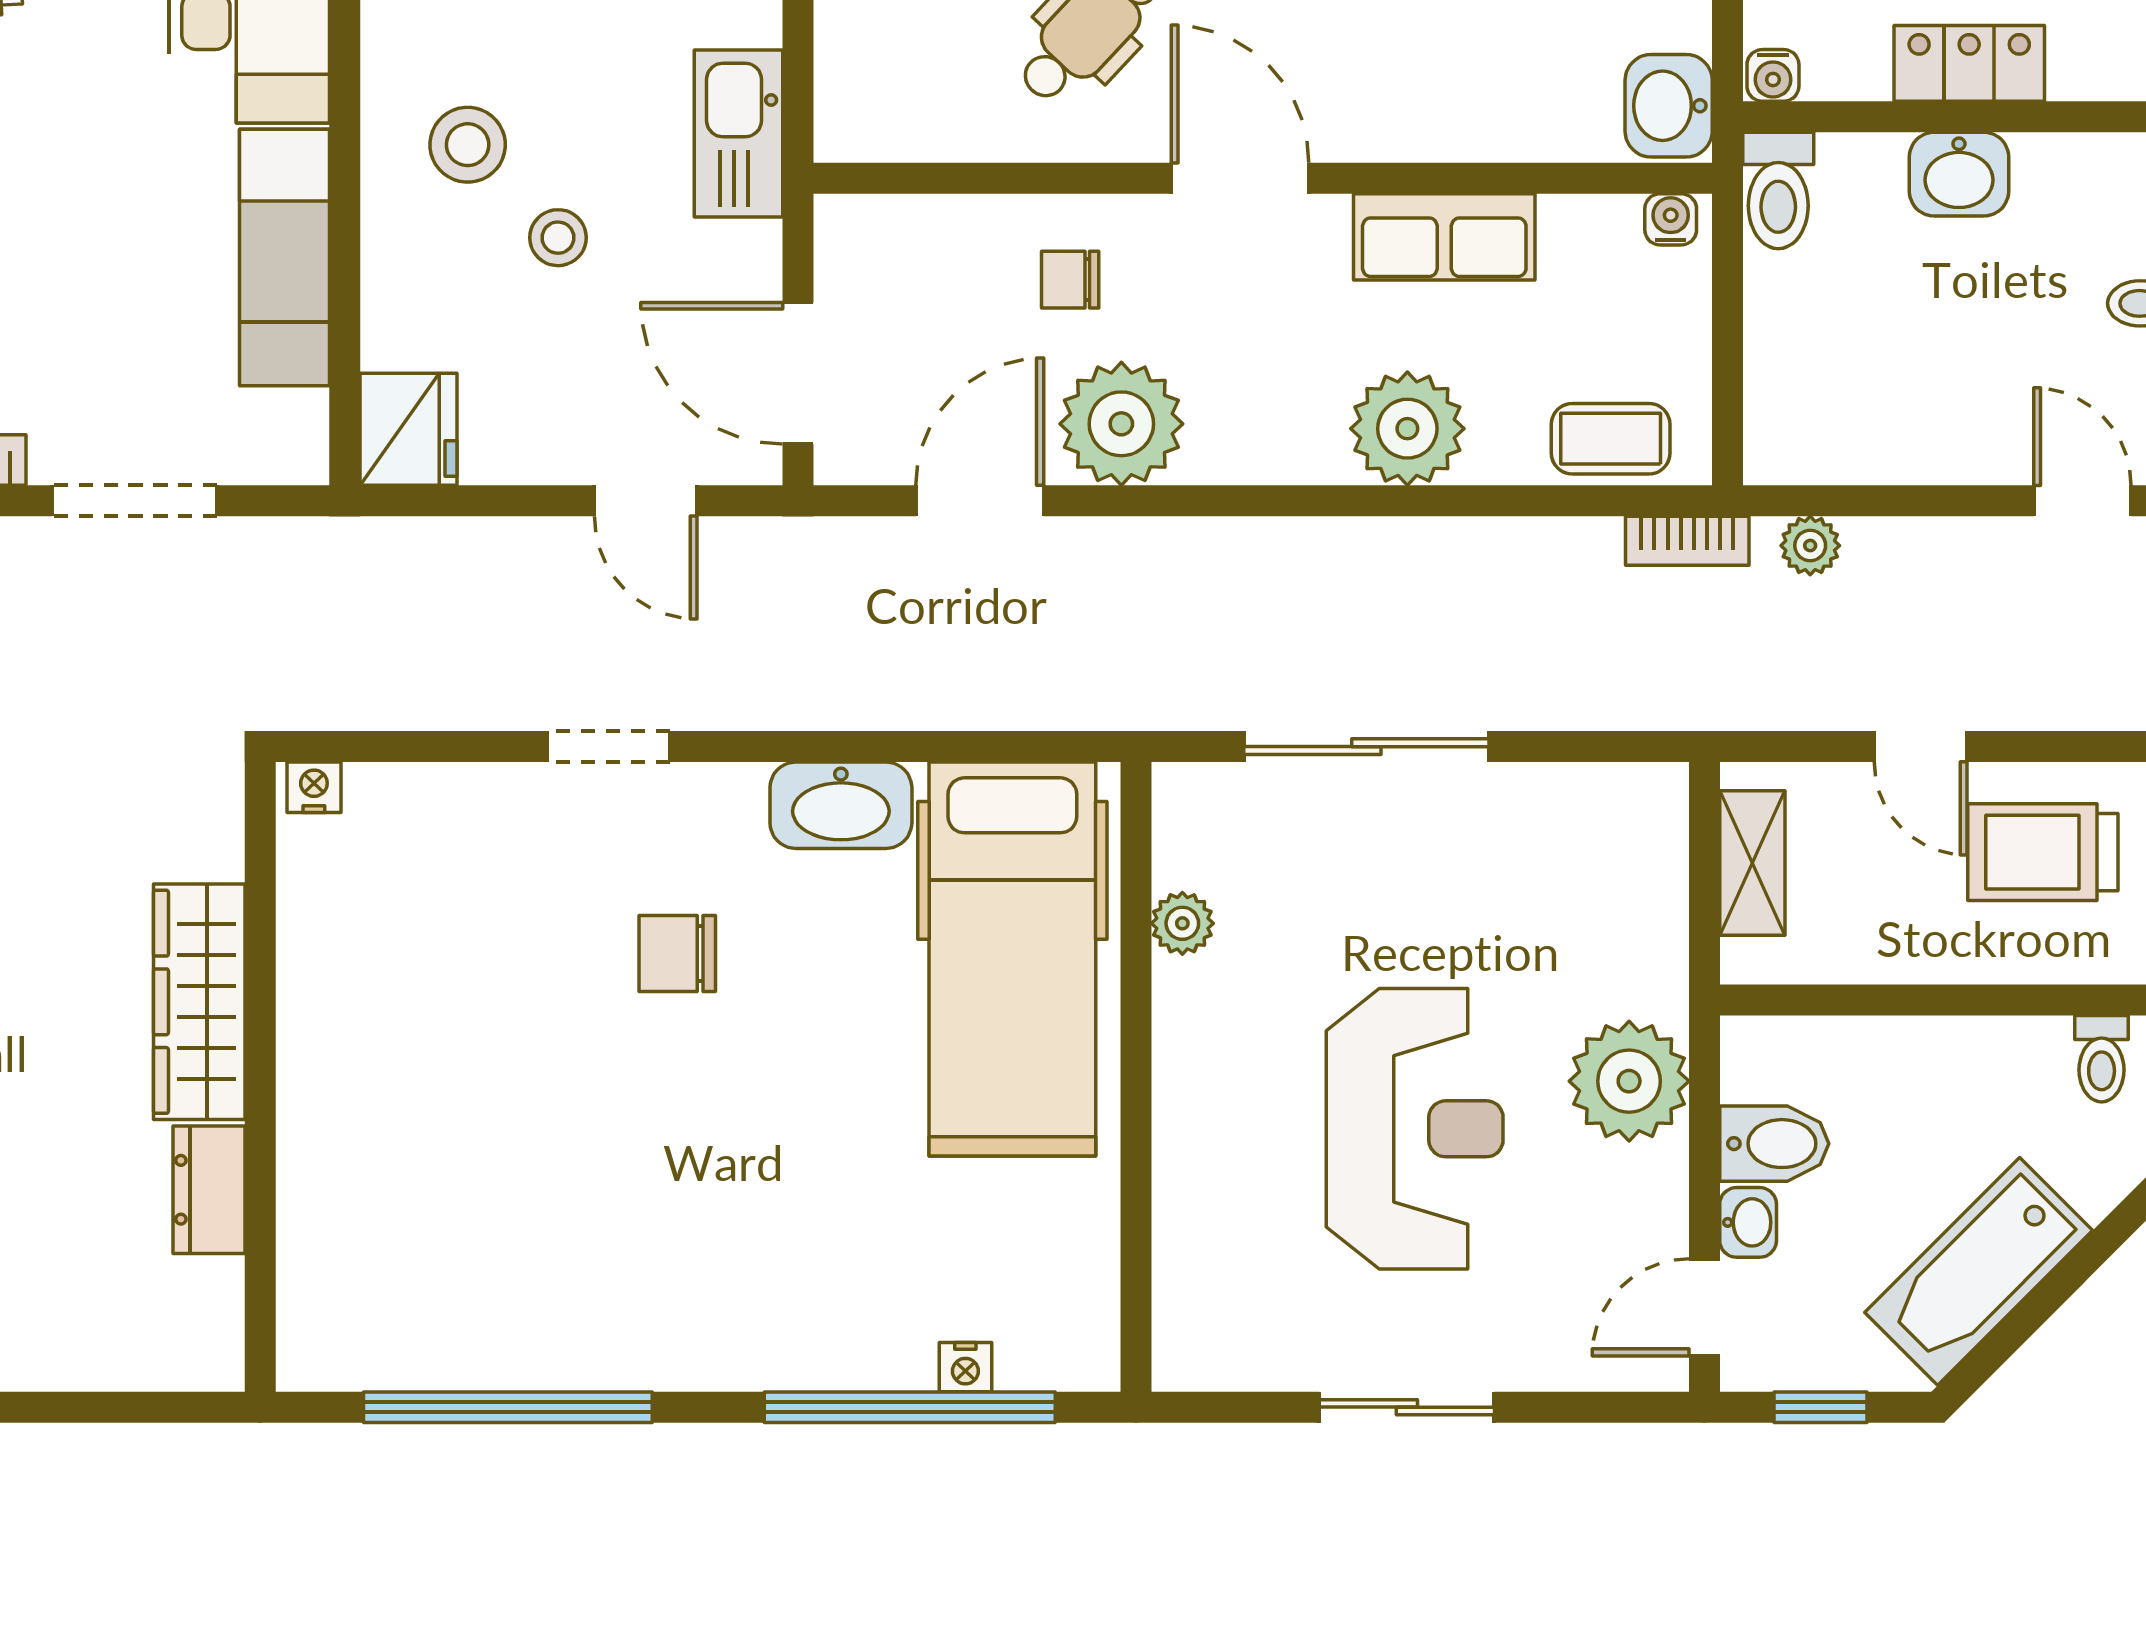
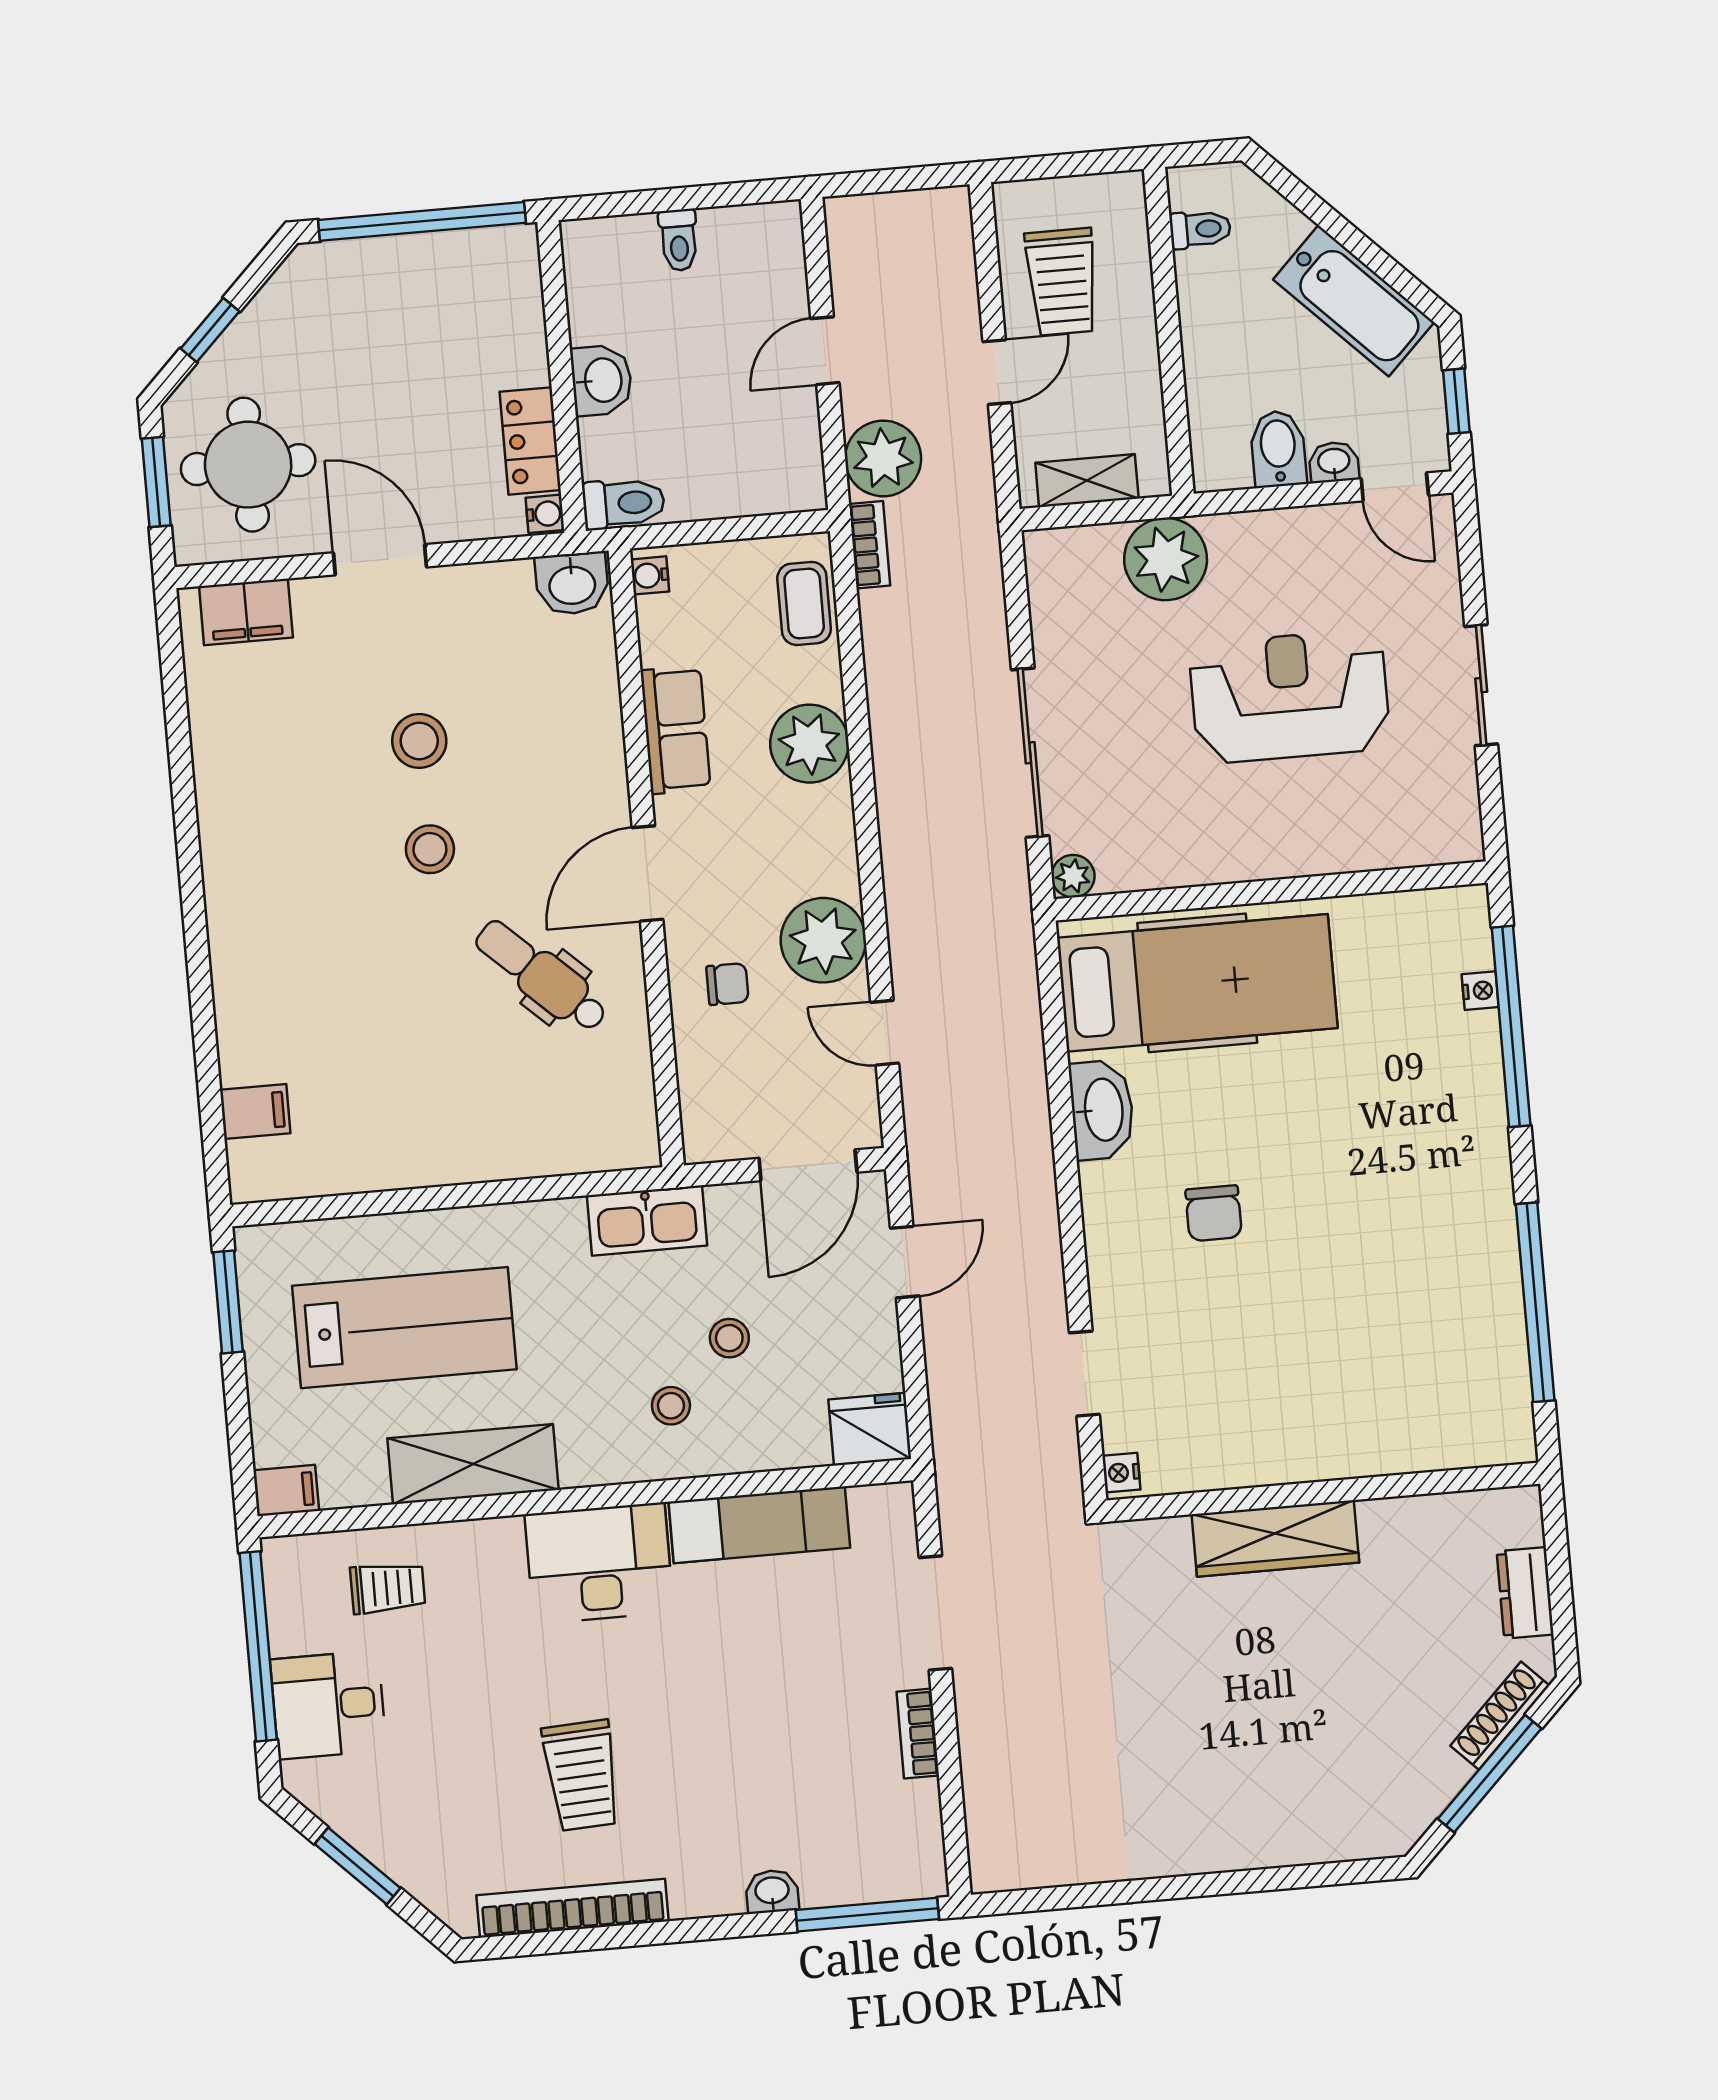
locker: (1969, 63) -> (530, 441), moved
stool: (468, 145) -> (671, 1406), width x0.73, depth x0.73
chair: (1070, 280) -> (727, 984), turned -90
door: (980, 501) -> (885, 1033), width x0.73
door: (2082, 501) -> (825, 351), moved
plant: (1810, 546) -> (883, 458), width x1.88, depth x1.88
doorway: (609, 747) -> (1084, 1374), moved
plant: (1182, 923) -> (1073, 876), moved
plant: (1629, 1081) -> (1166, 559), moved
dresser: (209, 1190) -> (1525, 1593), moved, turned 90

